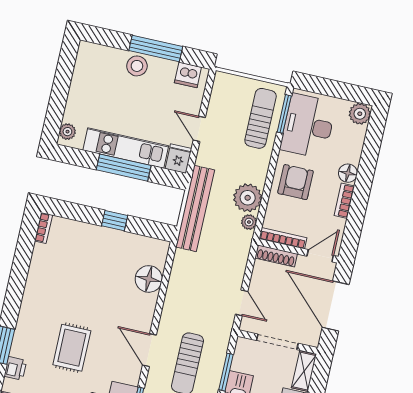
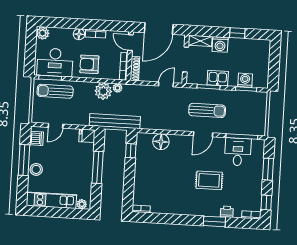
door: (199, 129) -> (56, 126), moved
kitchen unit: (126, 148) -> (51, 200), moved, turned 90
window: (115, 221) -> (131, 151), moved

